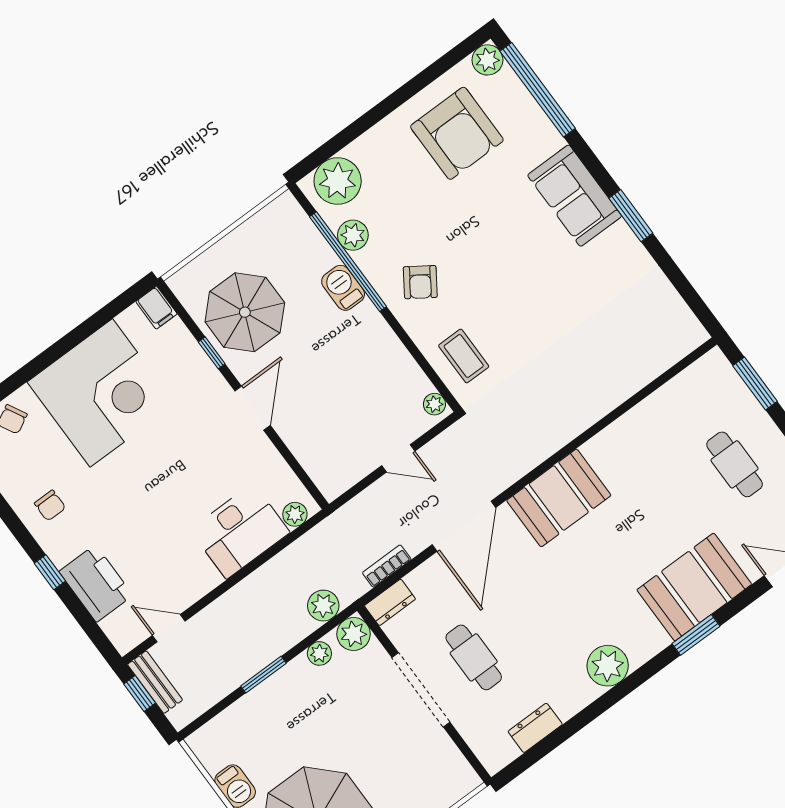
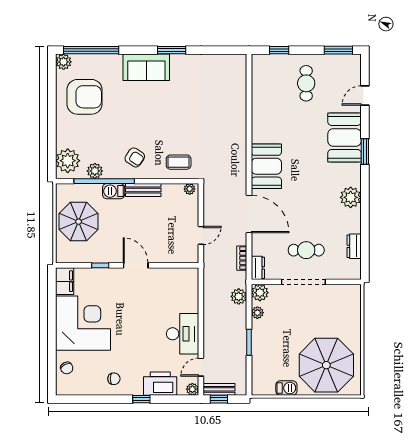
filing cabinet: (156, 308) -> (65, 281), width x2.00
parasol: (245, 312) -> (79, 222), moved
bench: (379, 333) -> (143, 190), added
window: (755, 384) -> (279, 50), width x0.67
door: (398, 458) -> (201, 235), moved
cafe table: (735, 464) -> (306, 83), turned 90
plant: (295, 514) -> (192, 389), moved
desk: (240, 531) -> (183, 334), moved

